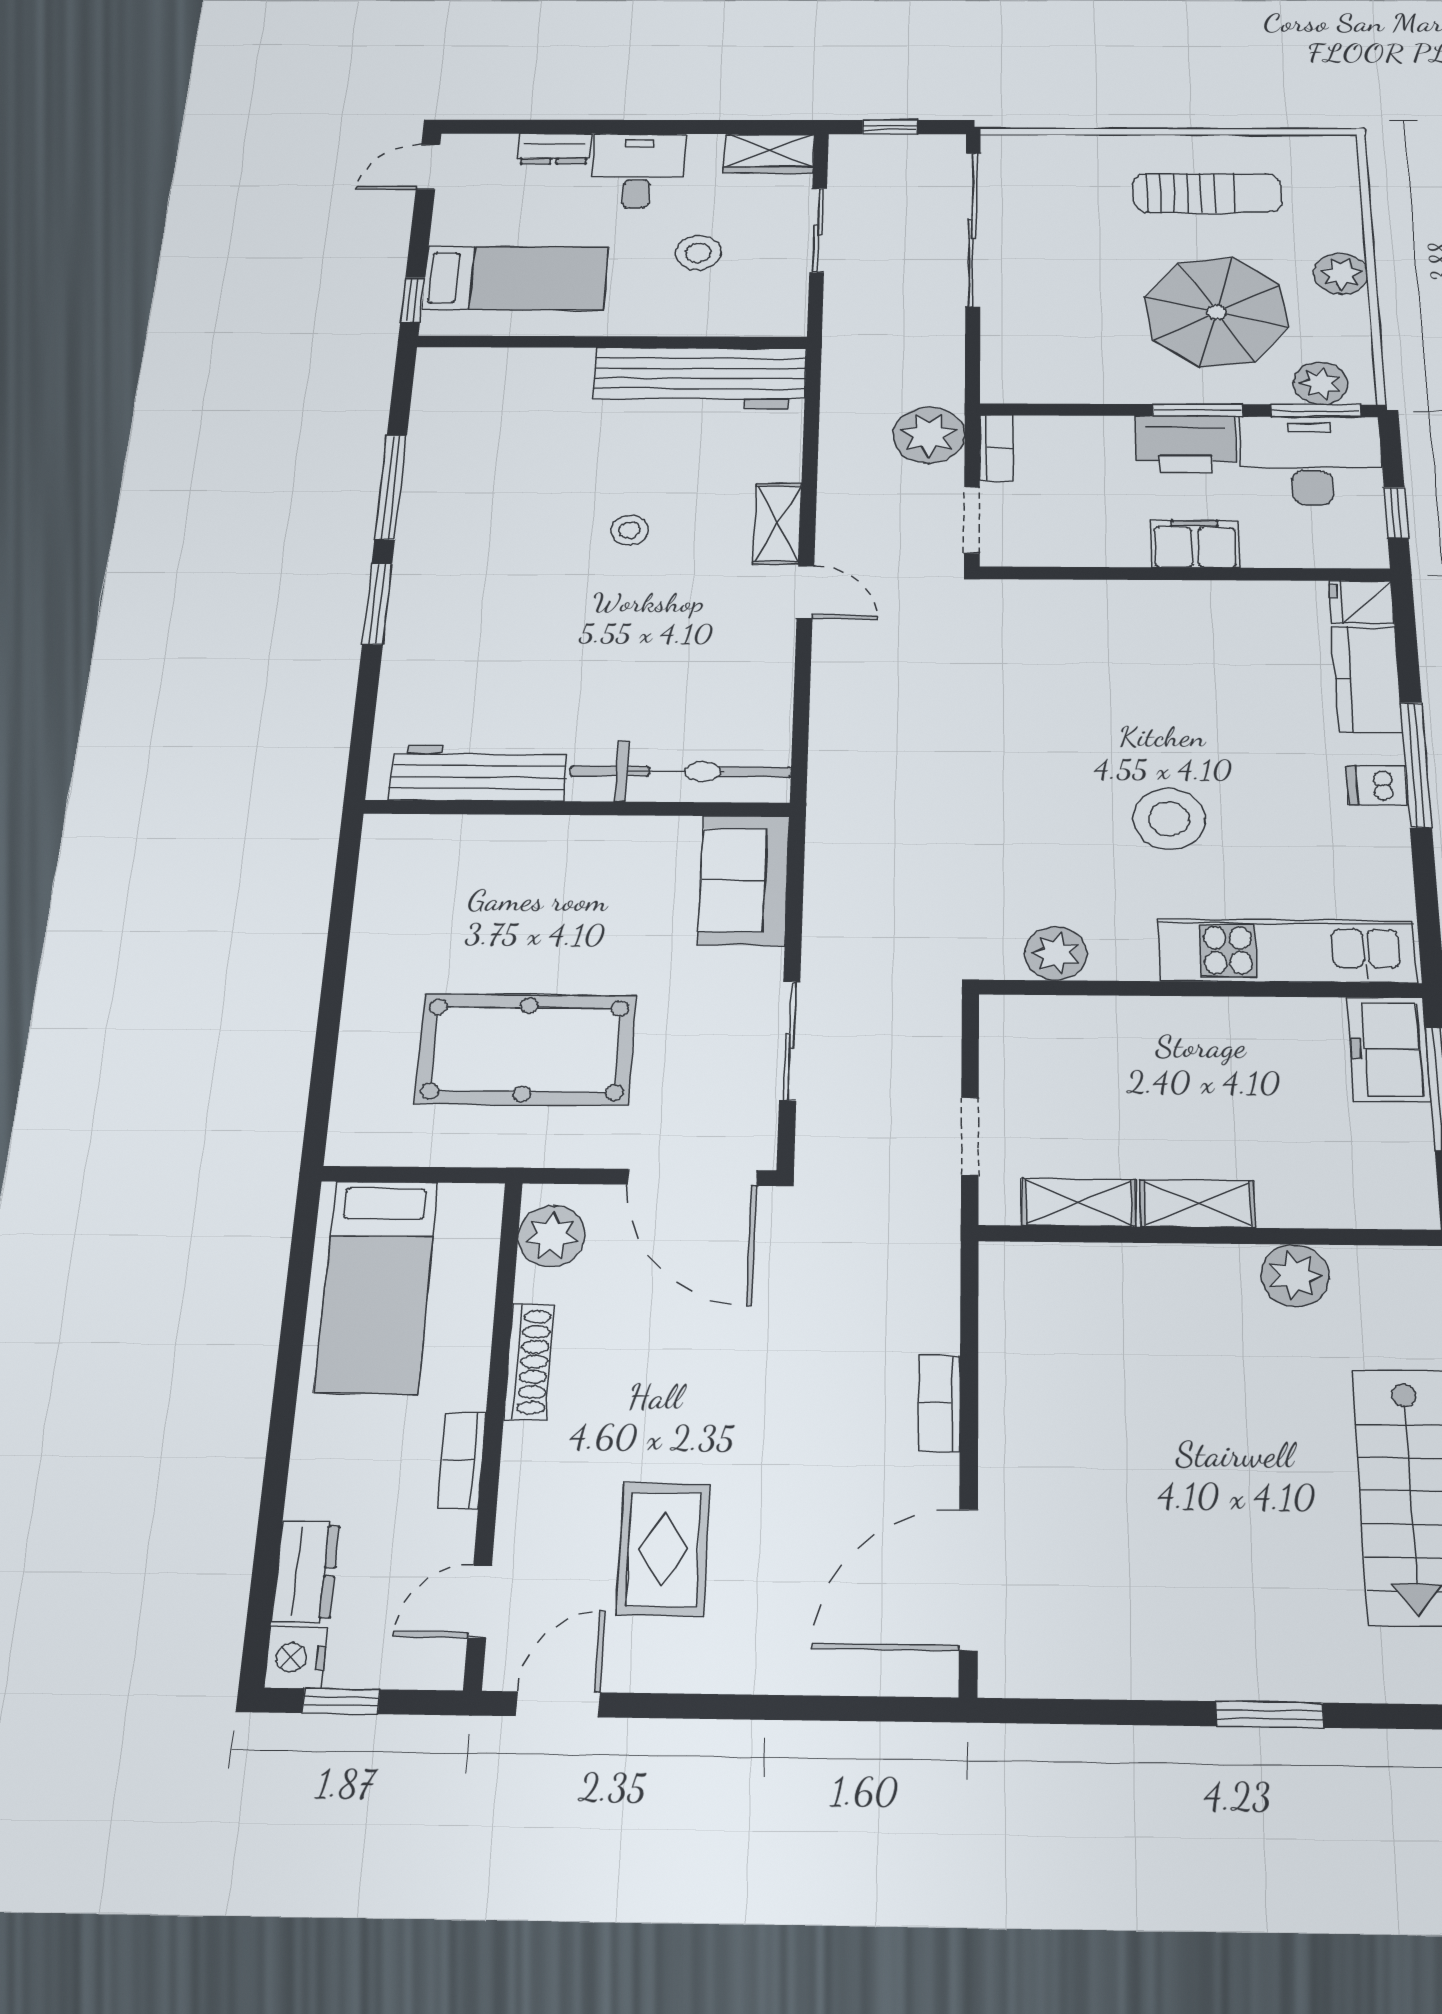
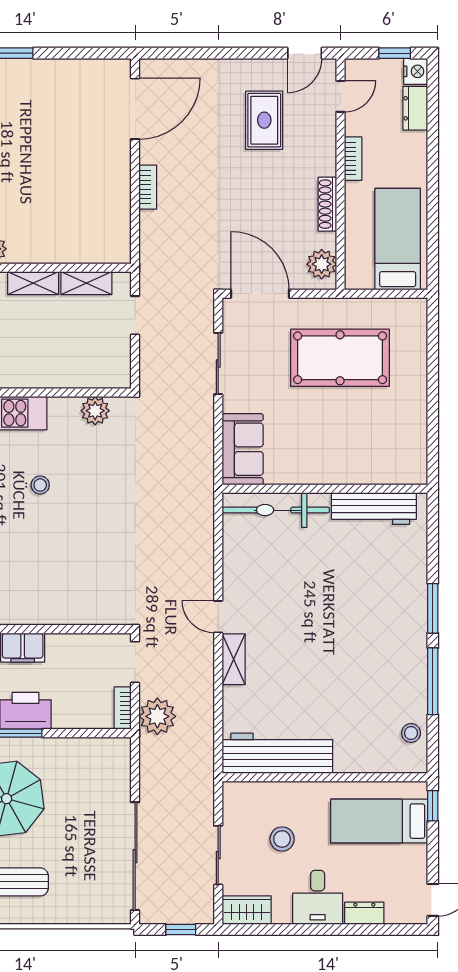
stool: (629, 530) -> (411, 733), moved
stool: (1169, 819) -> (40, 485), width x0.53, depth x0.53

